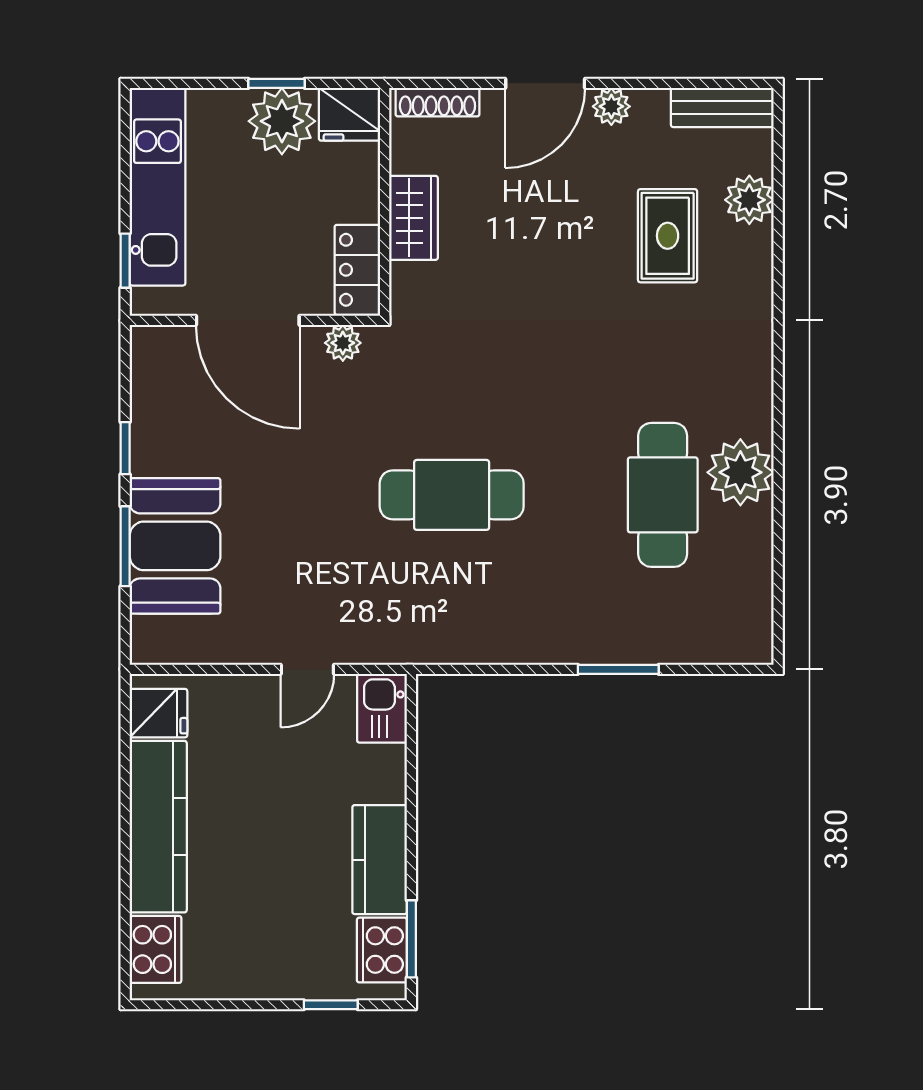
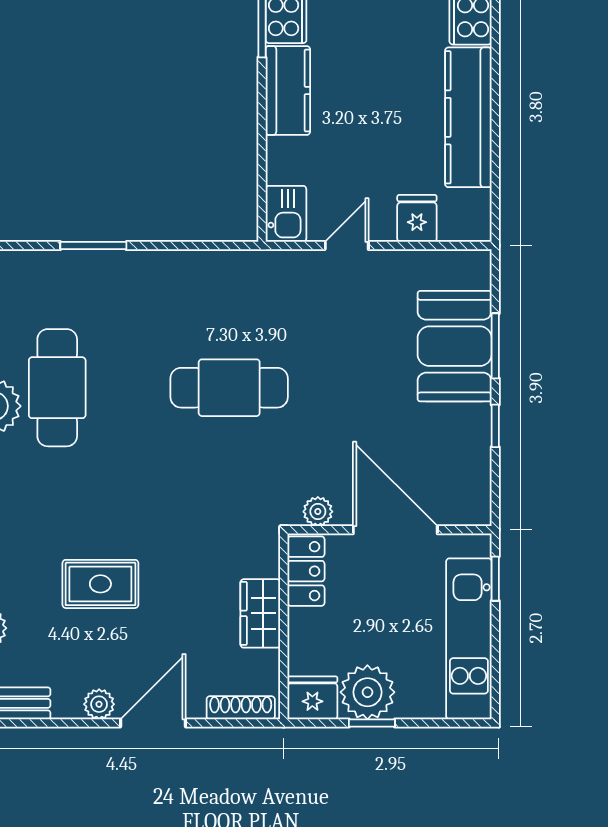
rug: (668, 236) -> (100, 584), moved, turned 90
fridge: (158, 713) -> (417, 218), moved, turned 90

